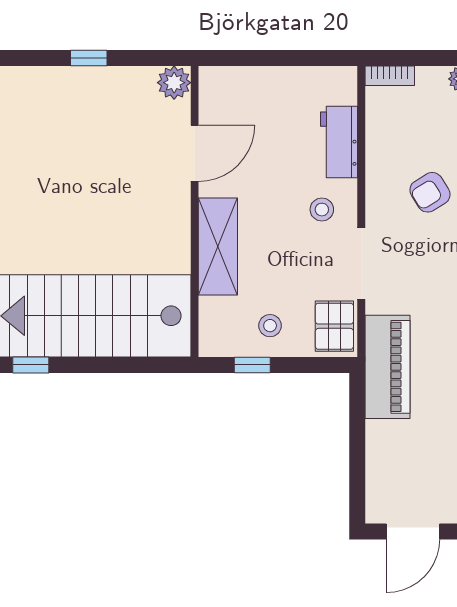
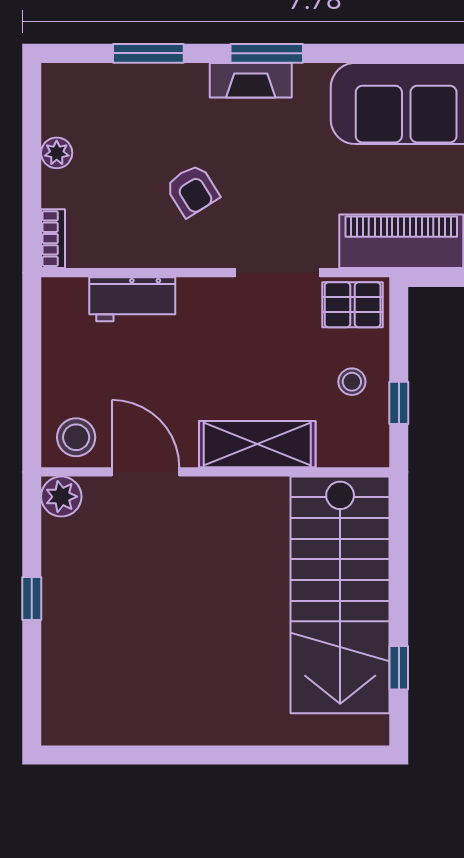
stool: (322, 210) -> (76, 437), moved, width x1.37, depth x1.37

